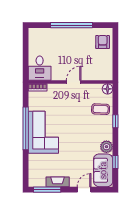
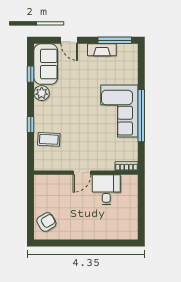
window: (72, 25) -> (85, 243), removed
armchair: (103, 42) -> (46, 222), turned -121
desk: (40, 68) -> (106, 190), moved
floor lamp: (108, 89) -> (40, 164), removed
door: (84, 190) -> (69, 40), hinge flipped

